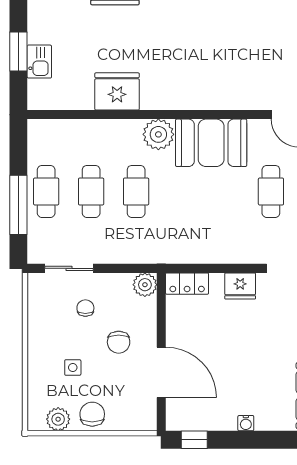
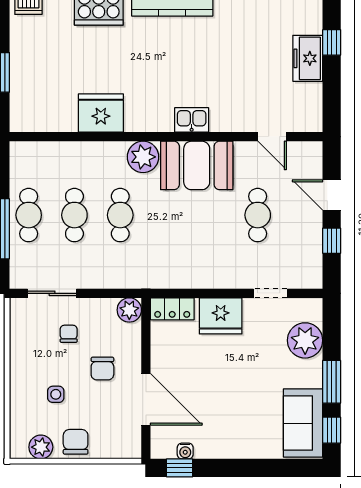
kitchen sink: (39, 62) -> (192, 120), moved, turned -90
fridge: (240, 286) -> (221, 316), width x1.36, depth x1.34
water cooler: (246, 423) -> (185, 451), moved

